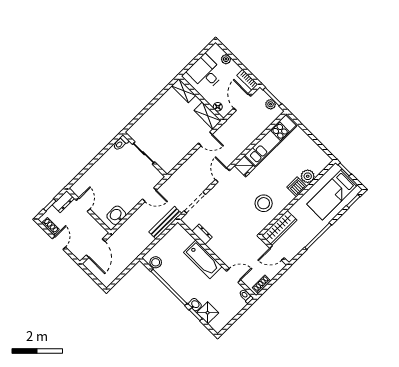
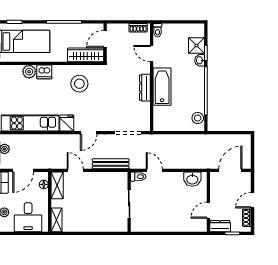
toilet: (121, 143) -> (138, 177), moved
bench: (165, 223) -> (111, 164), moved
dresser: (202, 234) -> (145, 88), moved, width x1.44
door: (277, 253) -> (105, 39), swing flipped

